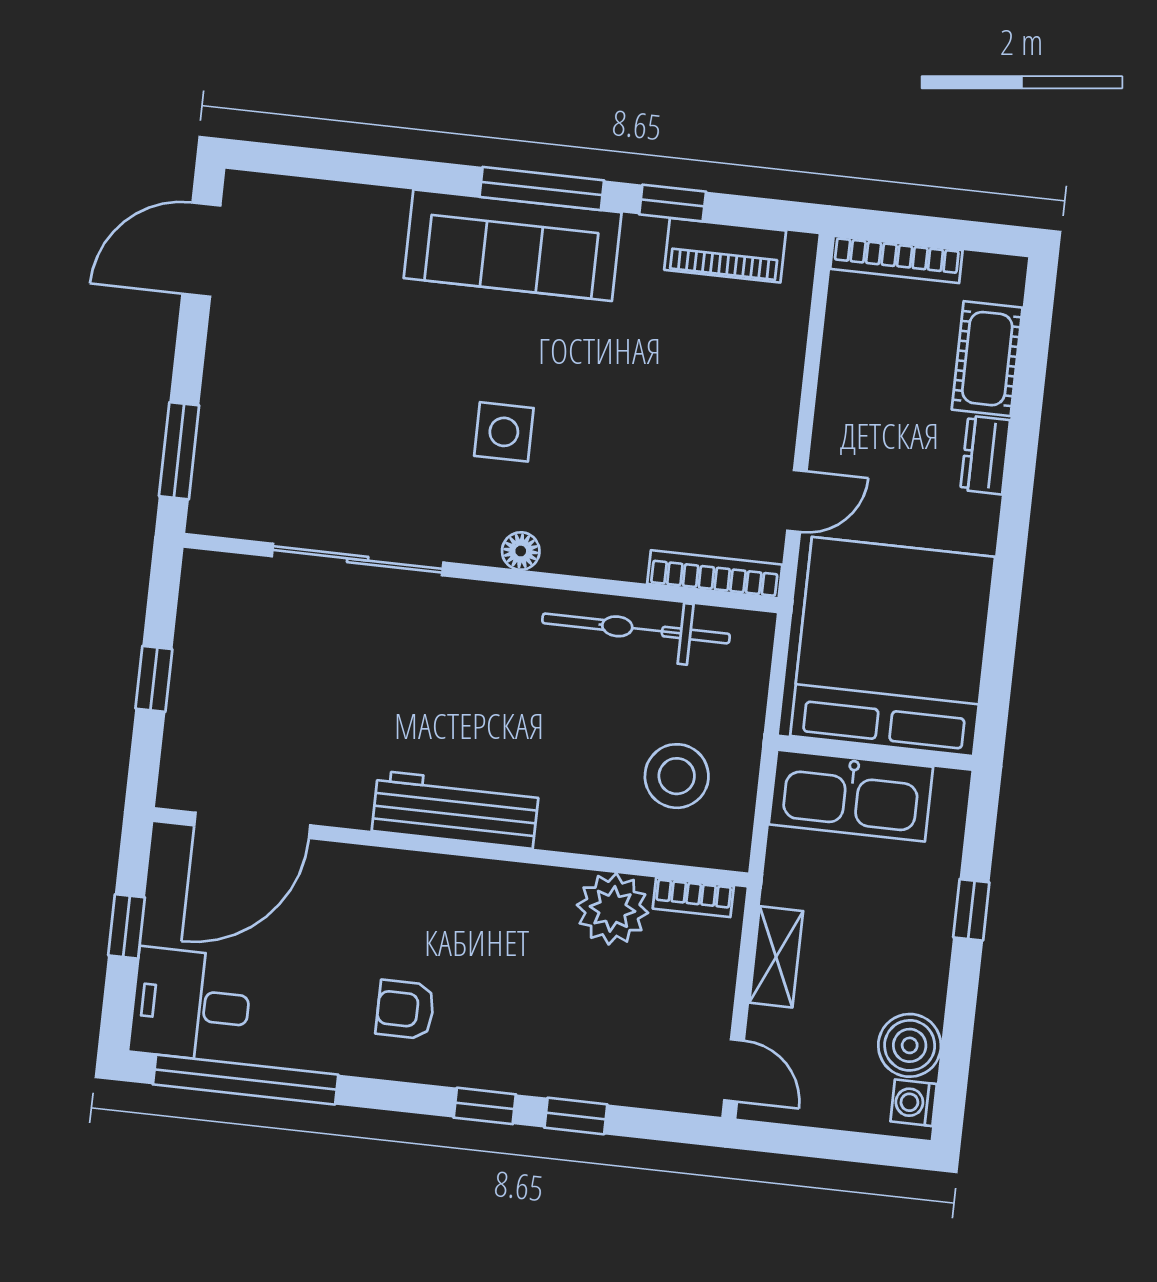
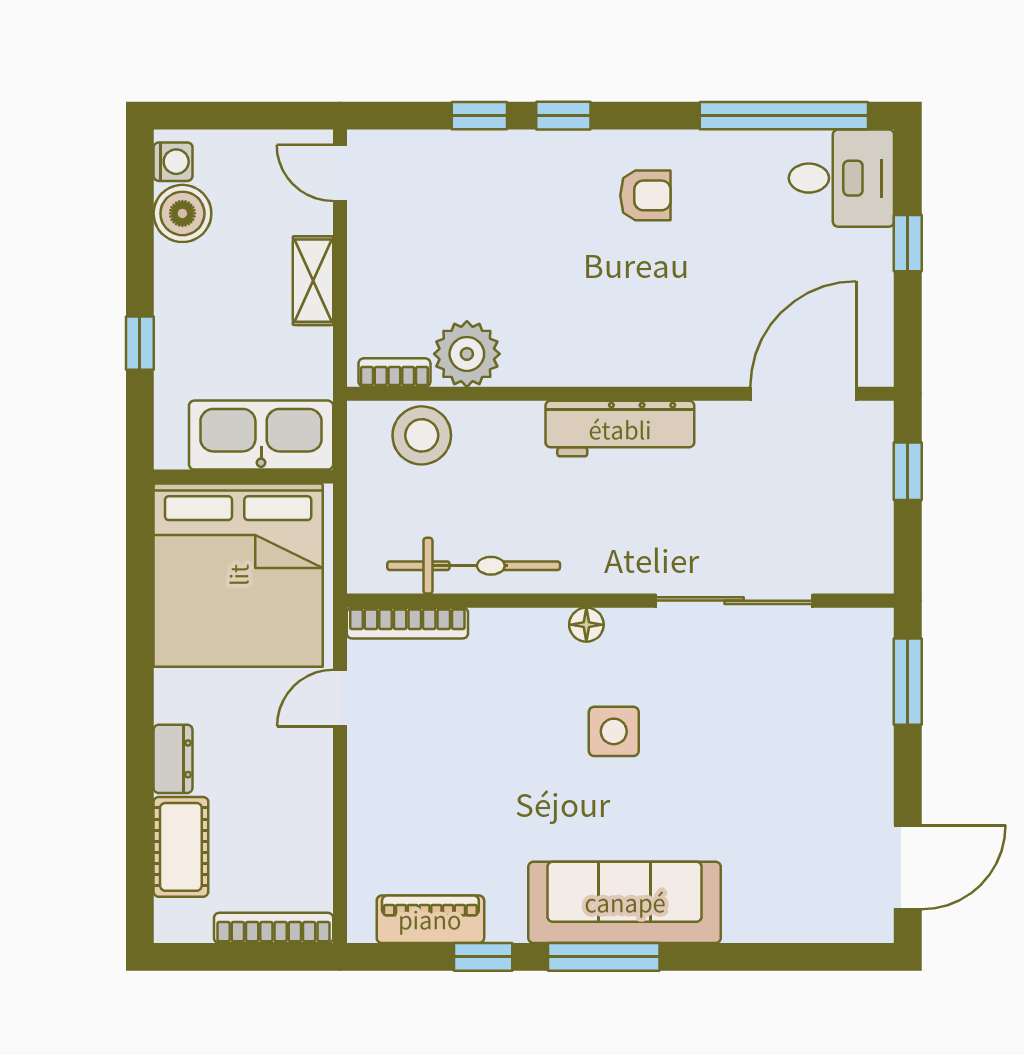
workbench: (455, 810) -> (620, 429), moved
door: (252, 825) -> (803, 394), moved
wall: (451, 847) -> (620, 394), moved
bookcase: (693, 897) -> (394, 373), moved
plant: (612, 909) -> (467, 354), moved

